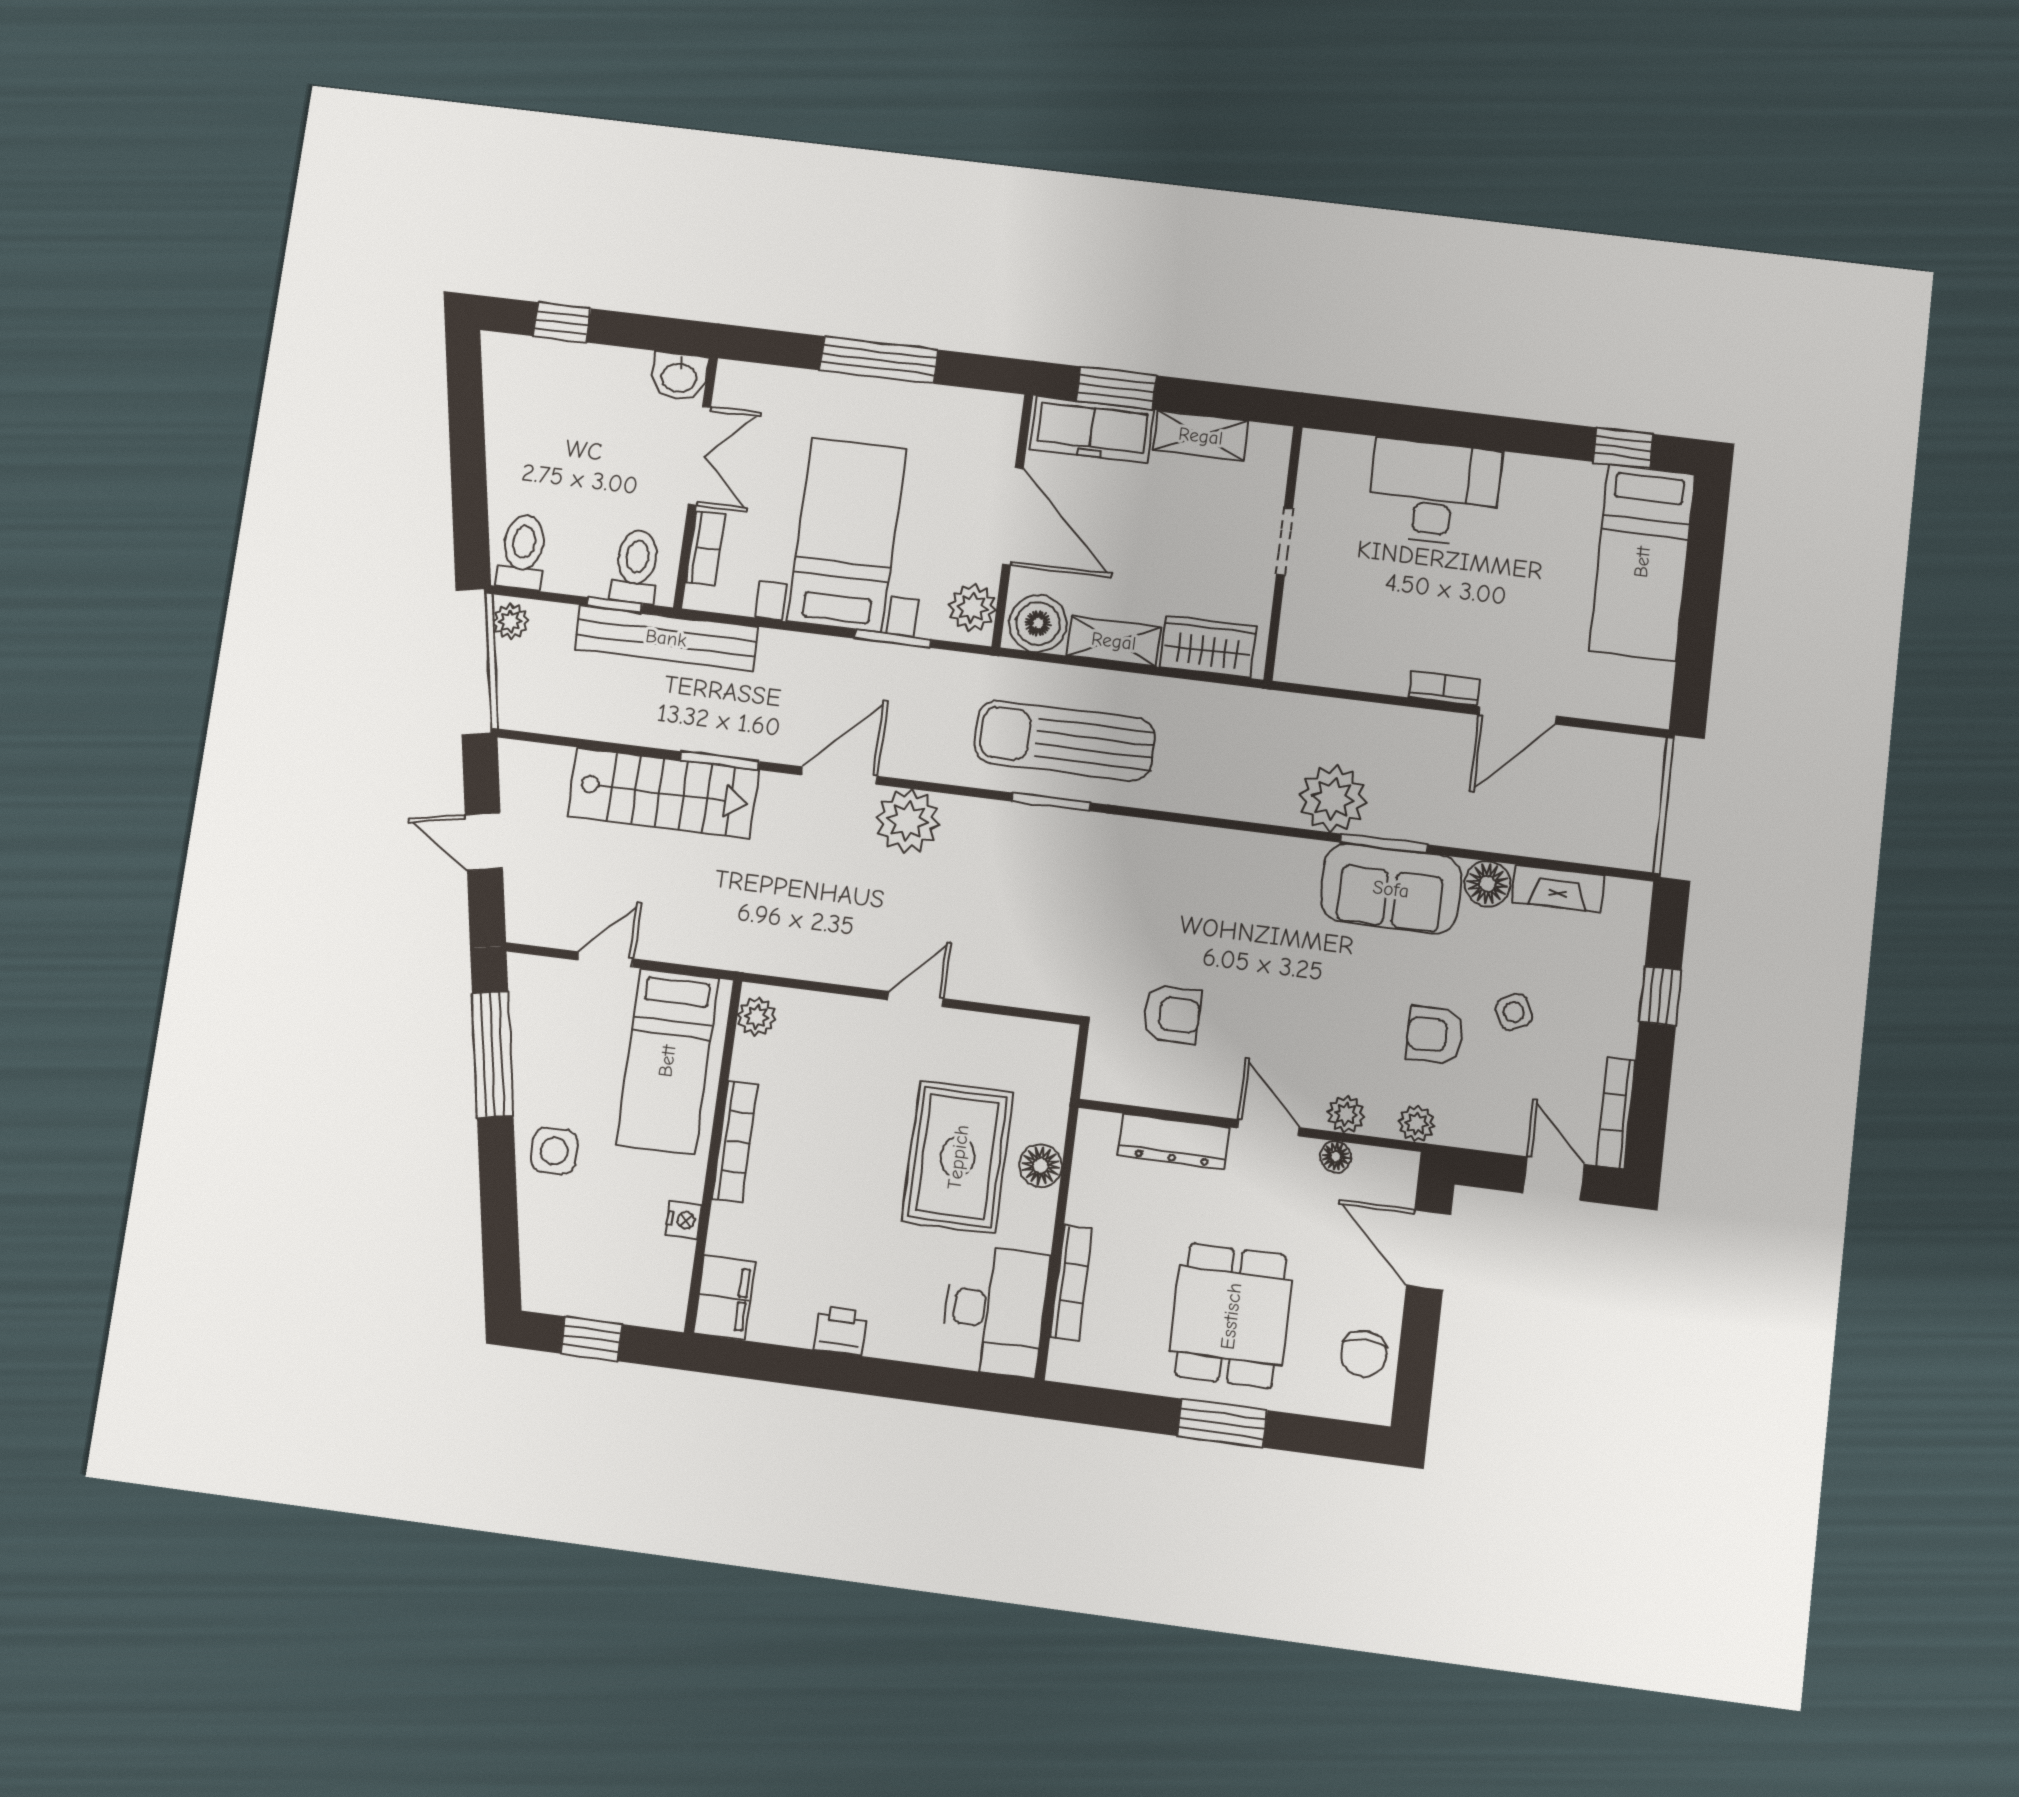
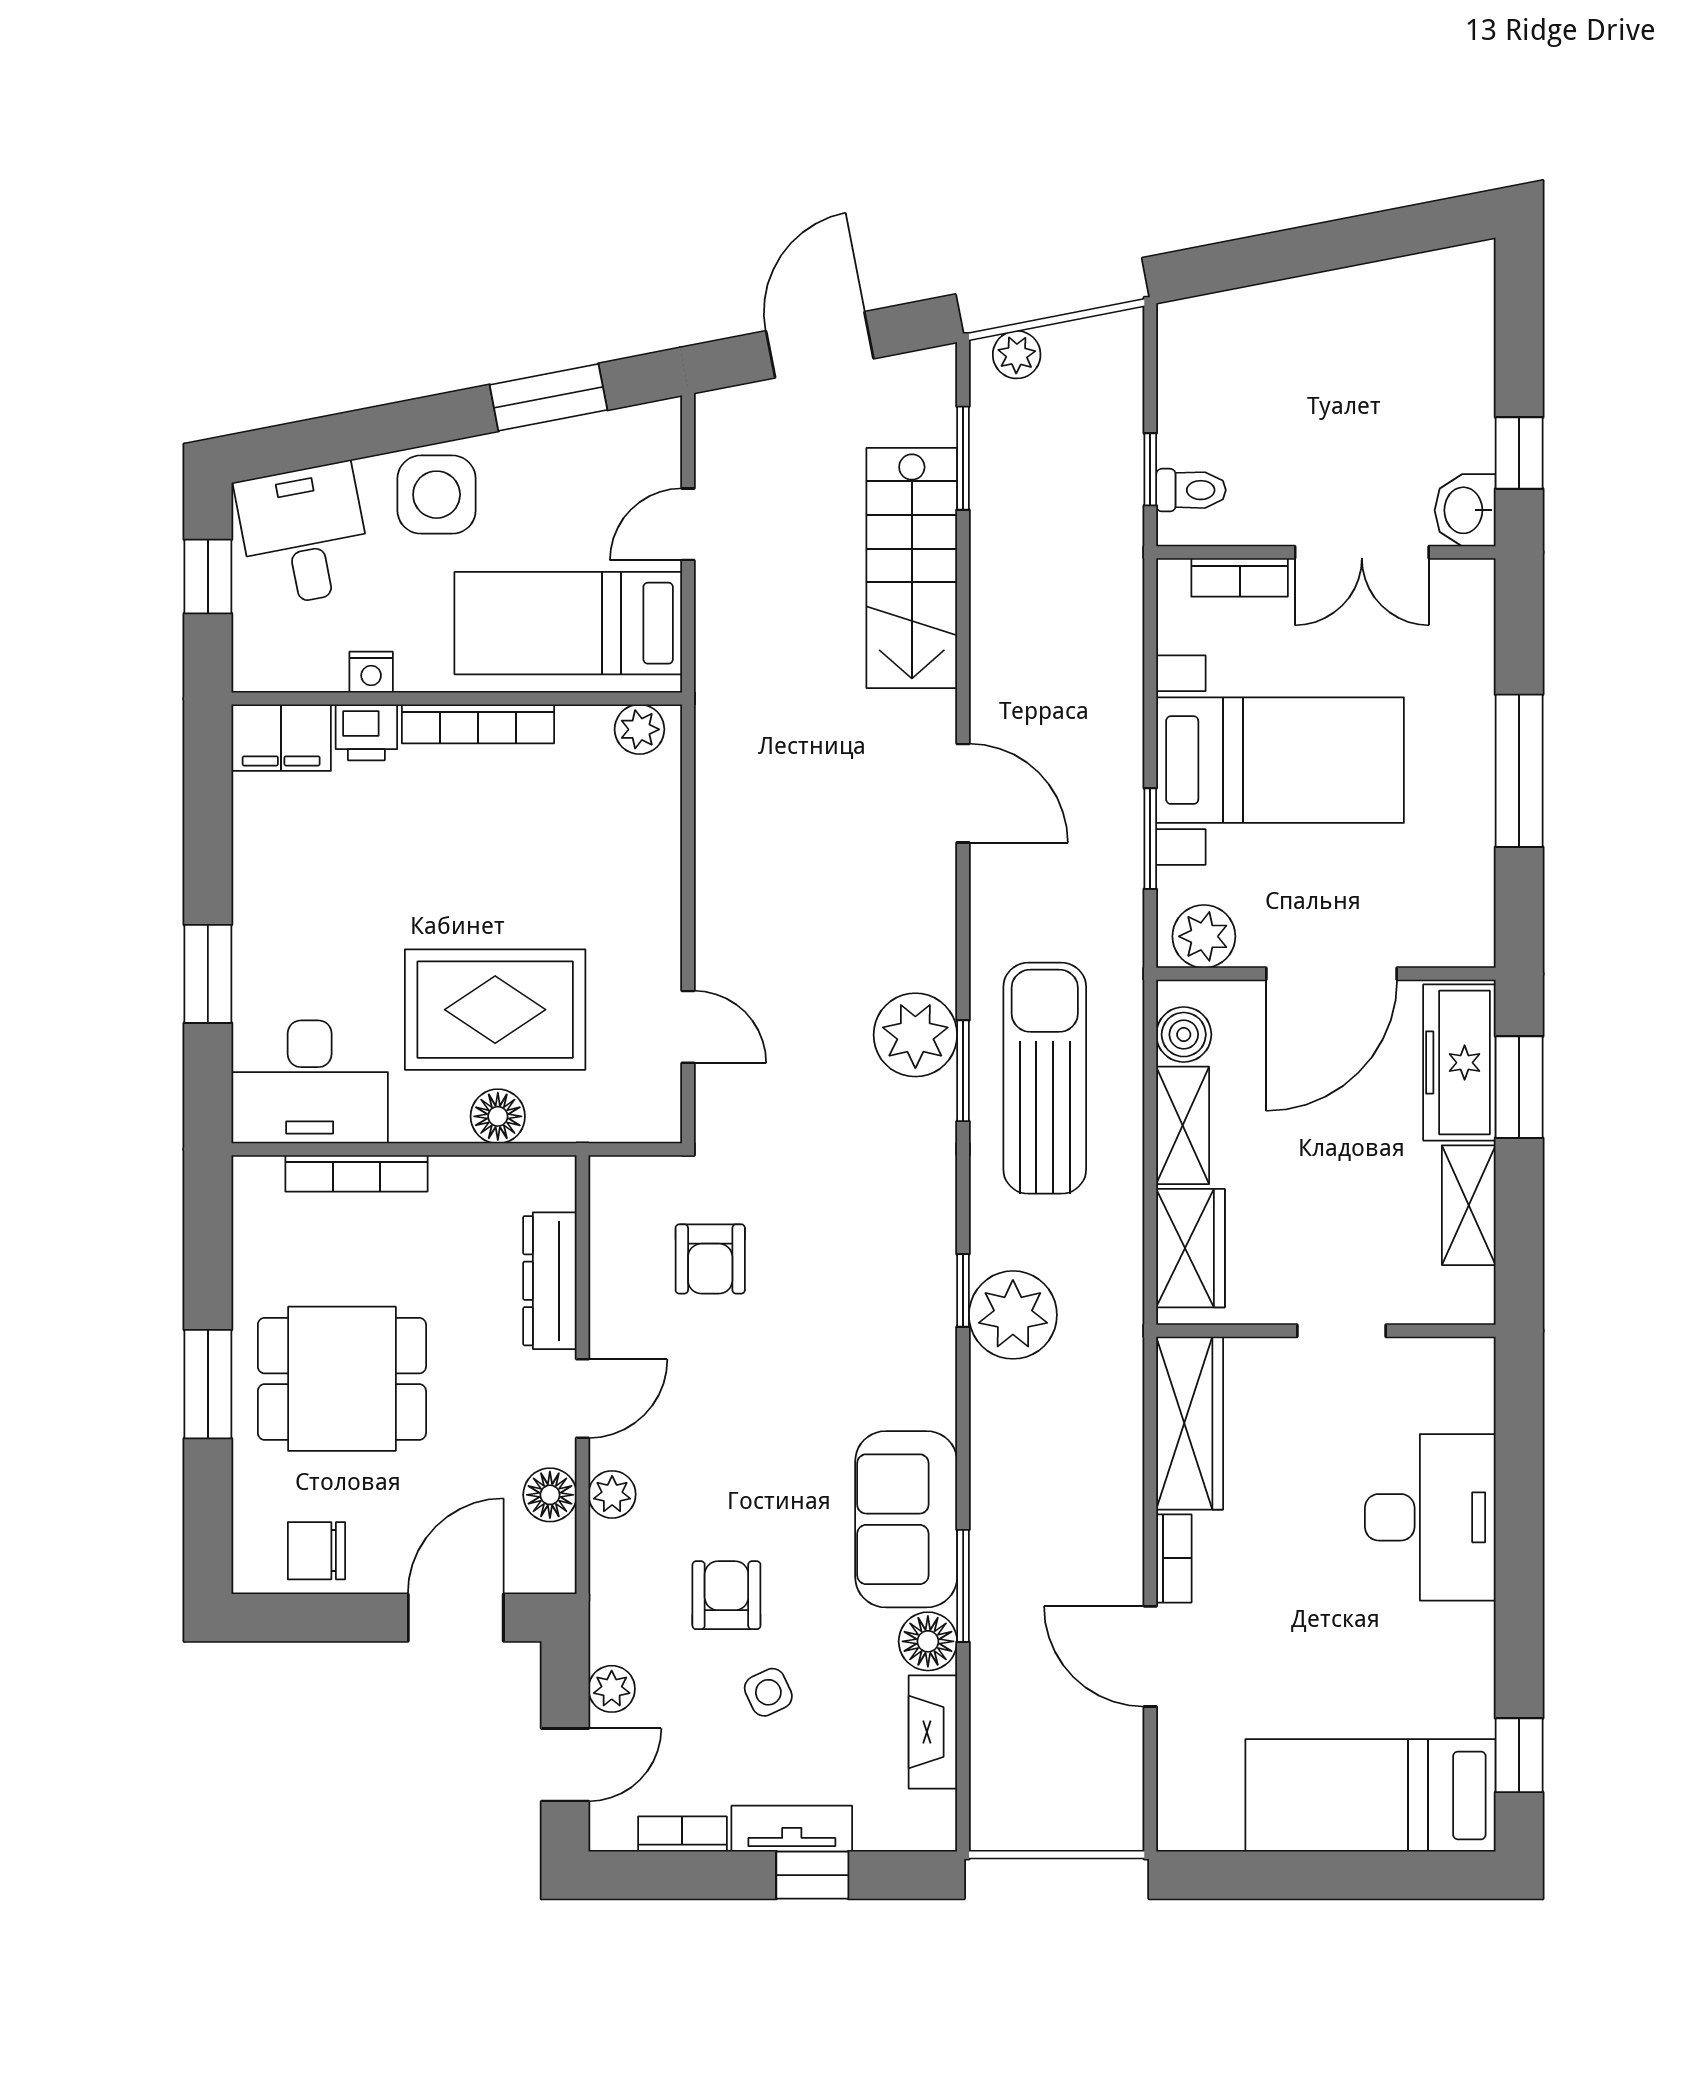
window: (562, 322) -> (1519, 453), moved
toilet: (523, 552) -> (1205, 338), removed
toilet: (636, 566) -> (1191, 490), width x0.73, depth x0.72
plant: (511, 621) -> (1017, 355), moved
boiler: (1038, 624) -> (1184, 1035), width x0.73, depth x0.73
bench: (666, 638) -> (1115, 543), removed
wardrobe: (1342, 664) -> (1190, 1423), added
window: (720, 761) -> (963, 458), moved
plant: (1333, 798) -> (1013, 1315), moved
plant: (908, 821) -> (915, 1035), moved
window: (1219, 823) -> (963, 1290), added
door: (484, 841) -> (820, 345), width x1.37
window: (1384, 843) -> (963, 1586), moved
door: (605, 959) -> (688, 524), swing flipped
door: (915, 999) -> (688, 1027), moved
tv unit: (1622, 1007) -> (792, 1829), added
window: (493, 1054) -> (548, 397), width x0.69
bookcase: (1616, 1113) -> (682, 1834), width x0.64
plant: (1417, 1124) -> (612, 1689), moved
side table: (554, 1151) -> (437, 495), width x1.37, depth x1.37
floor lamp: (1336, 1157) -> (550, 1495), width x1.37, depth x1.37
desk: (570, 1259) -> (304, 535), added
printer: (840, 1331) -> (366, 732), moved, turned 90
window: (900, 1380) -> (208, 974), added

